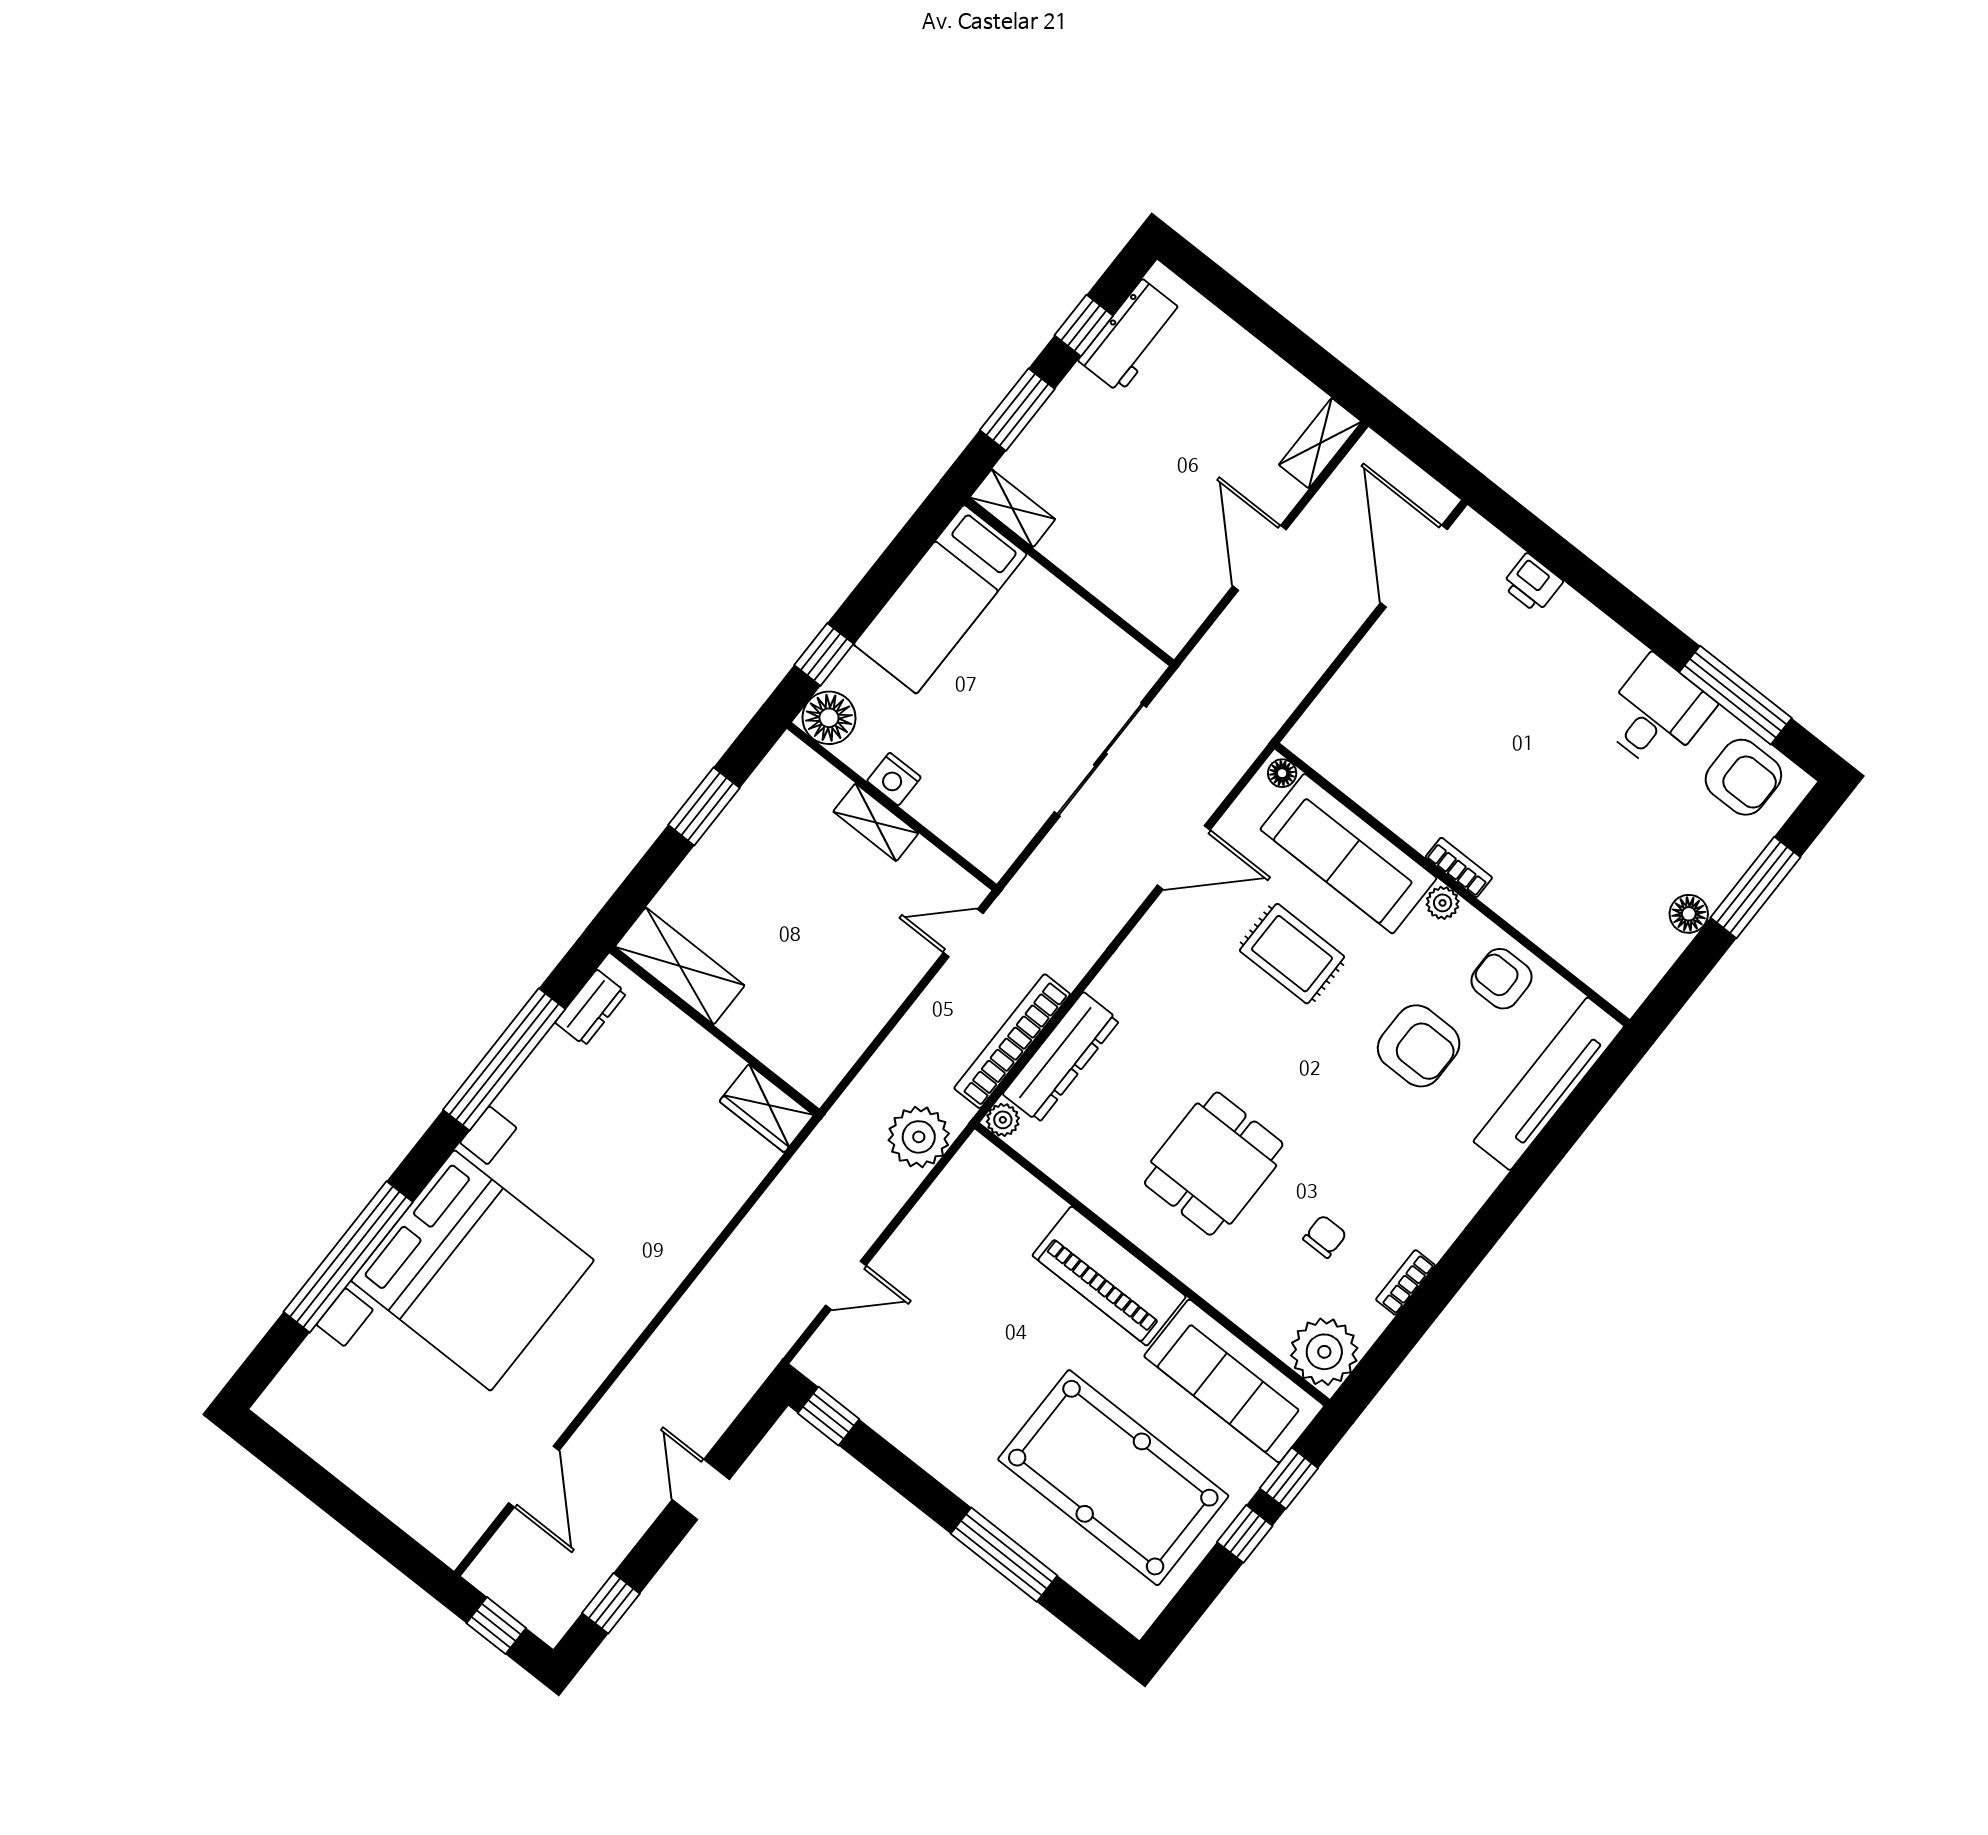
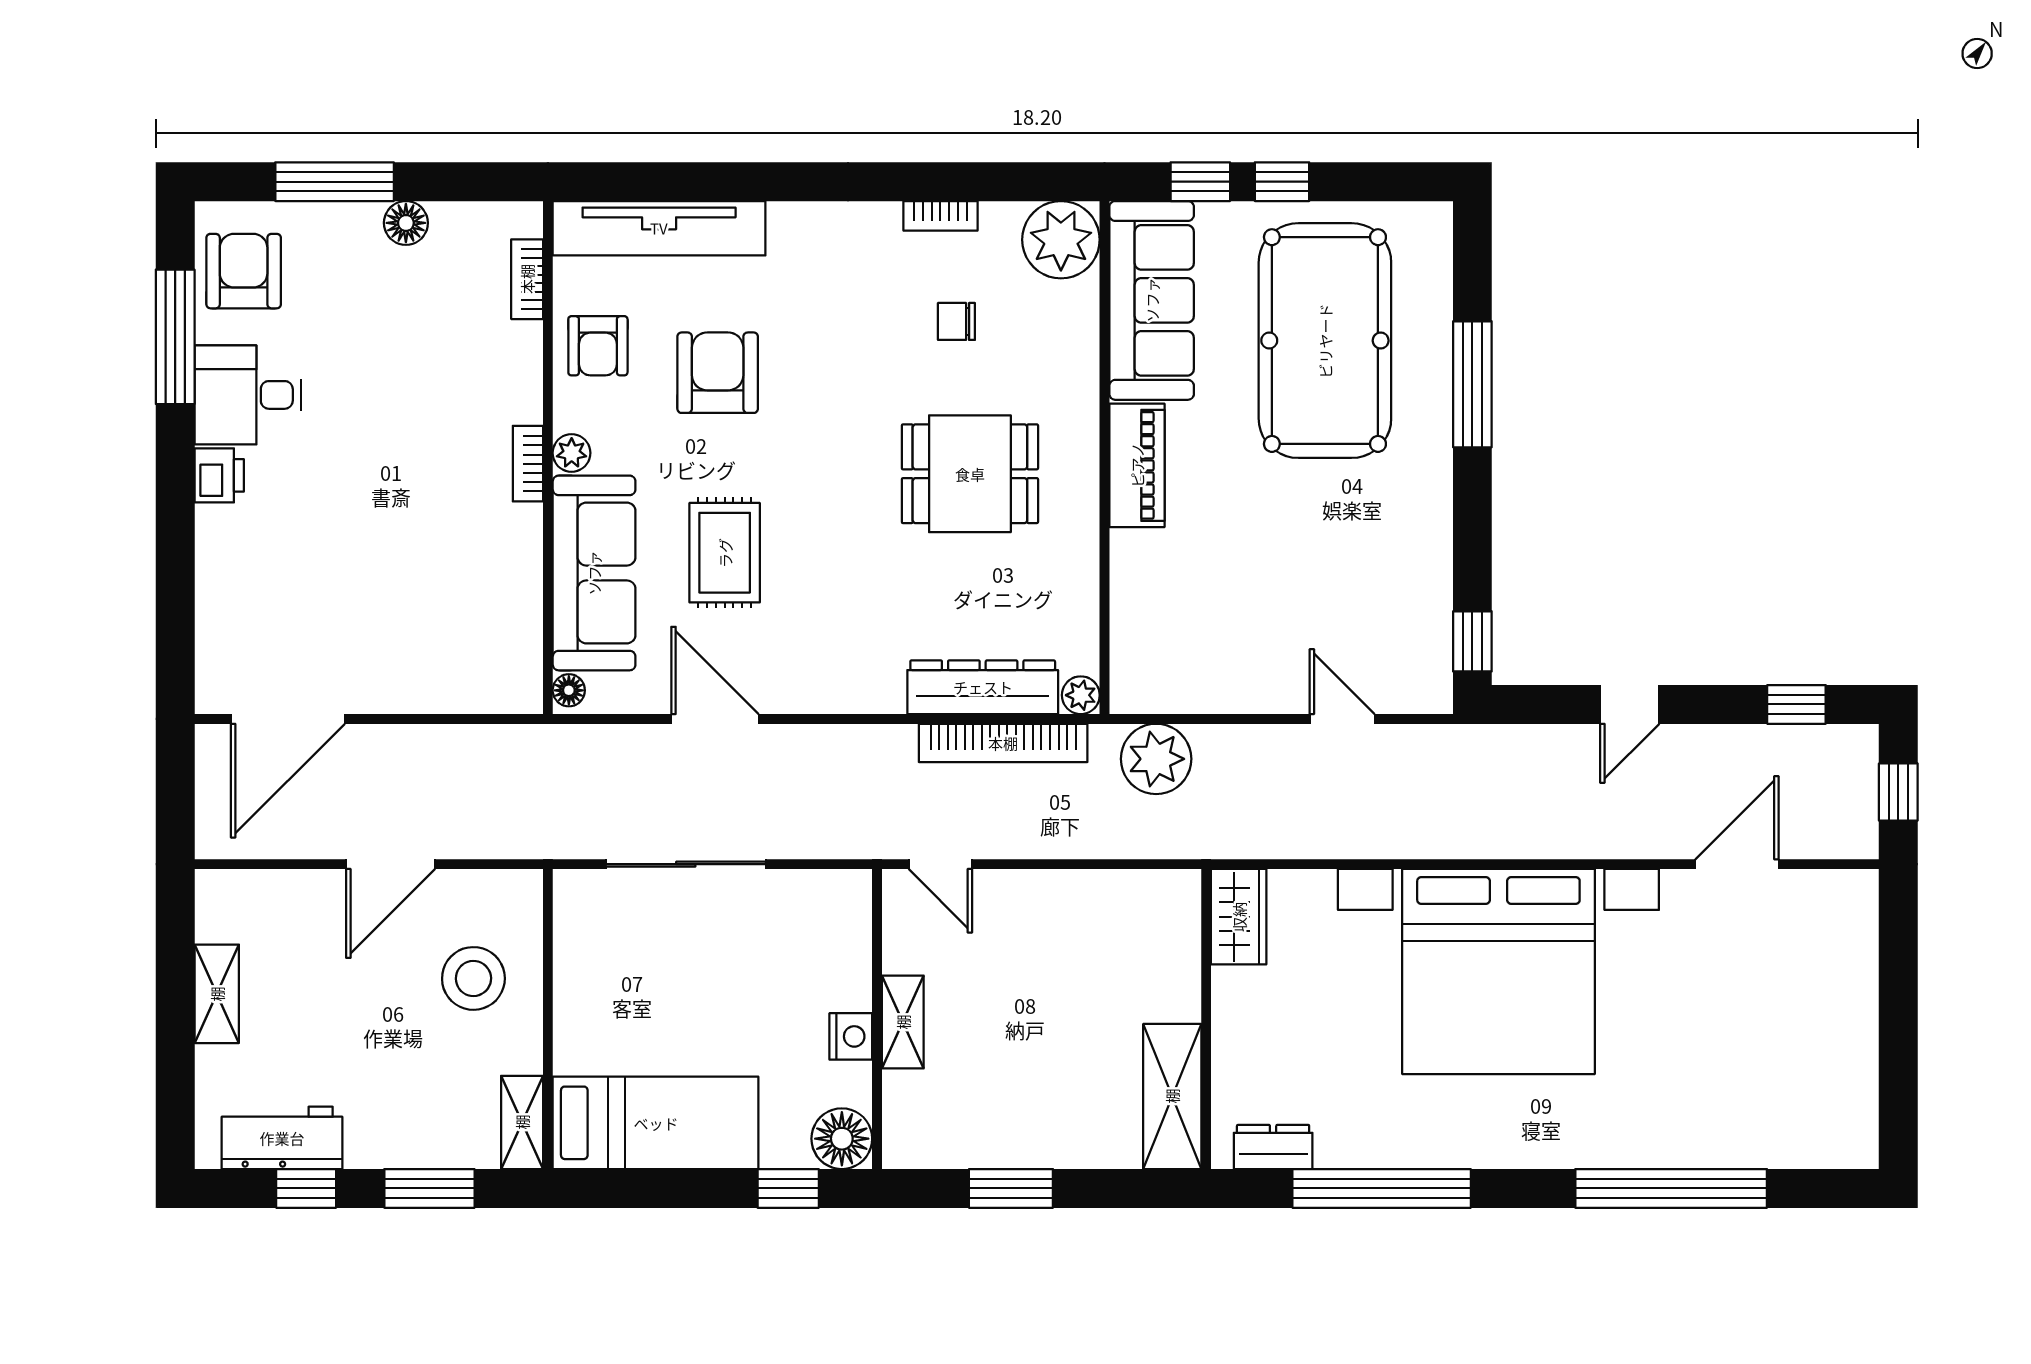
shelving: (1320, 443) -> (217, 994), moved, turned 90
stool: (1137, 553) -> (473, 978), added
printer: (1532, 583) -> (219, 475), moved
bookcase: (1585, 966) -> (527, 279), added
bed with nightstands: (473, 1270) -> (1498, 972), moved, turned 180
piano: (1109, 1276) -> (1137, 465), width x0.73, depth x0.75

